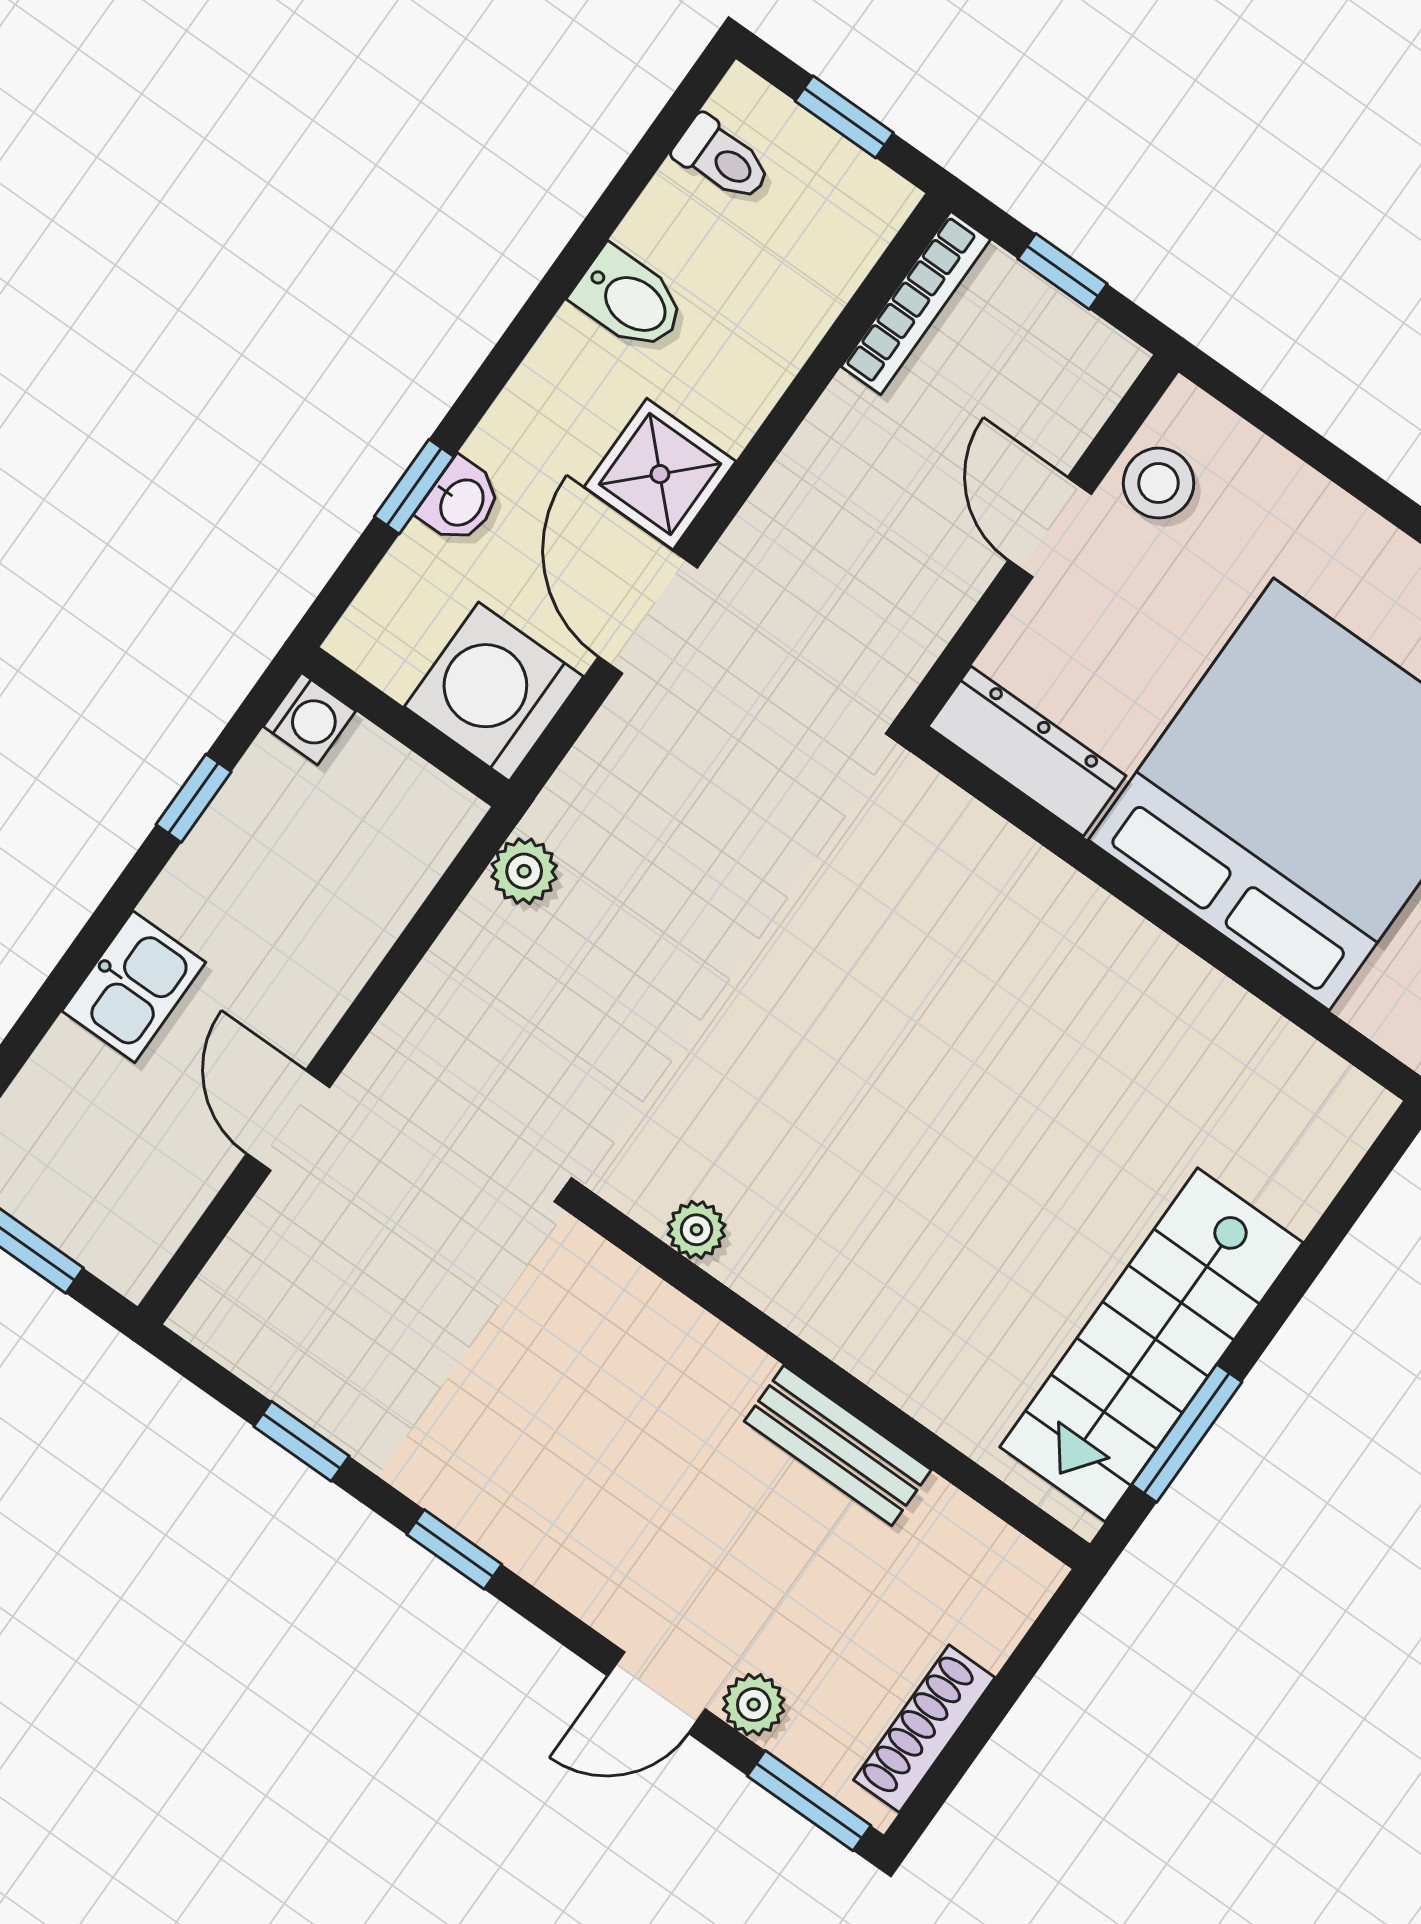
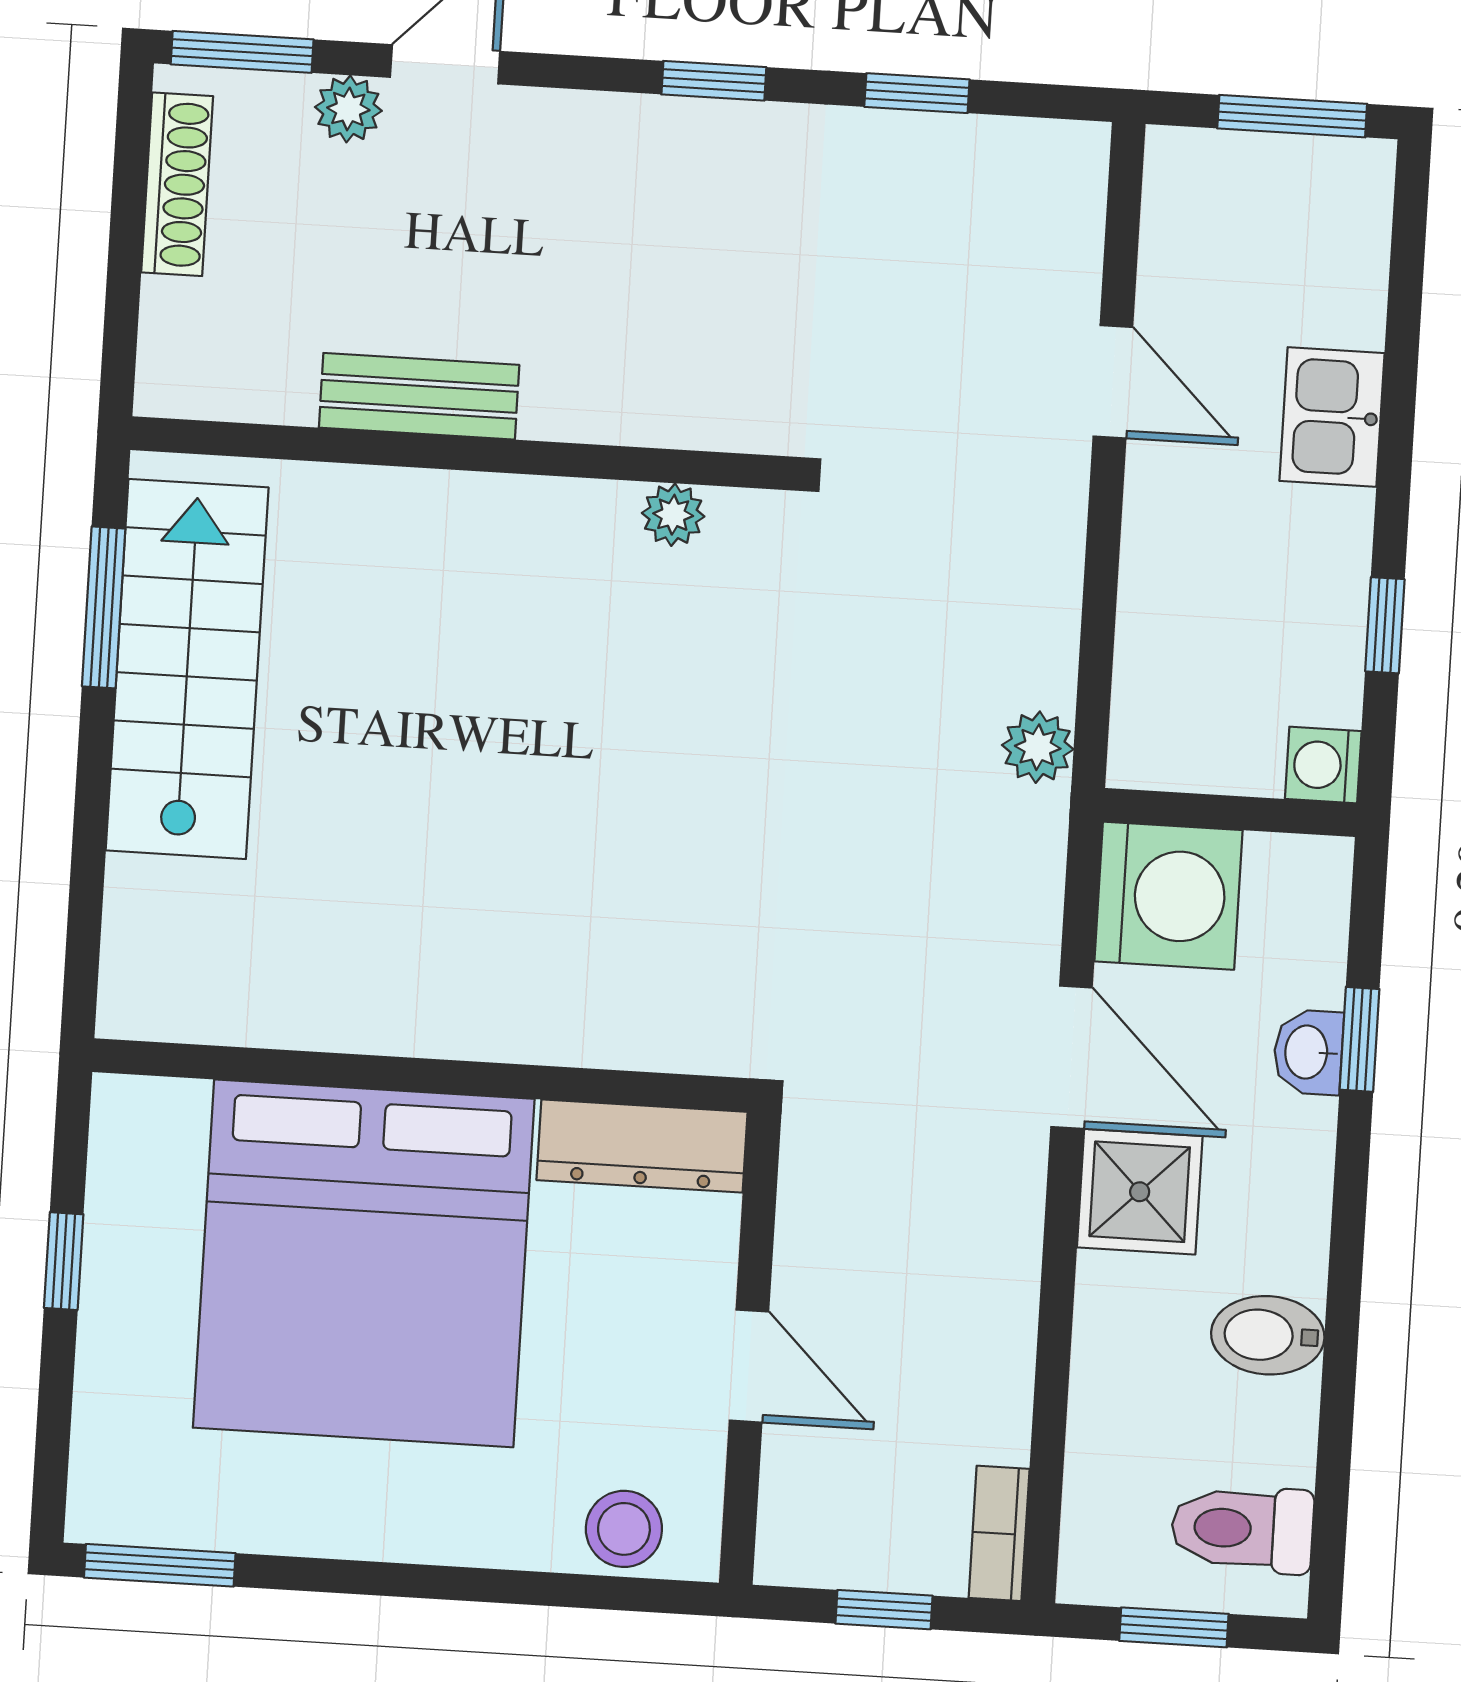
toilet: (722, 159) -> (1242, 1529), width x1.37, depth x1.39
bookcase: (916, 303) -> (999, 1533), width x0.64
stool: (1159, 483) -> (624, 1529), moved

